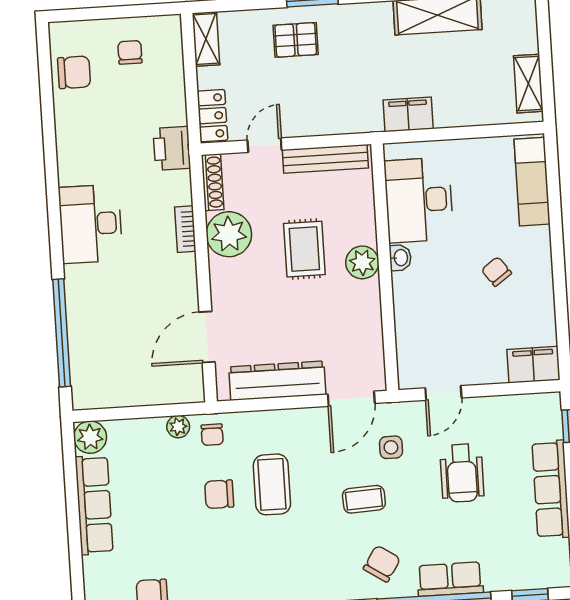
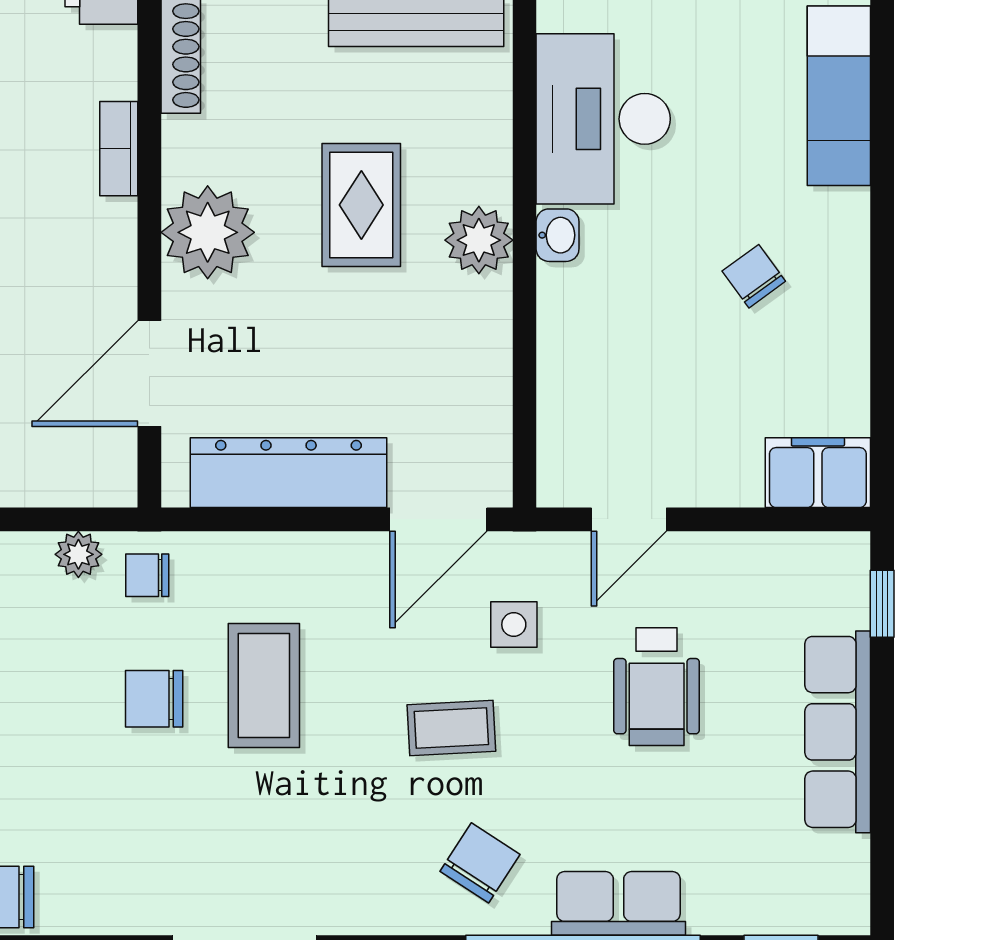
plant: (229, 234) -> (208, 232), moved
chair: (212, 435) -> (147, 575), turned 90

